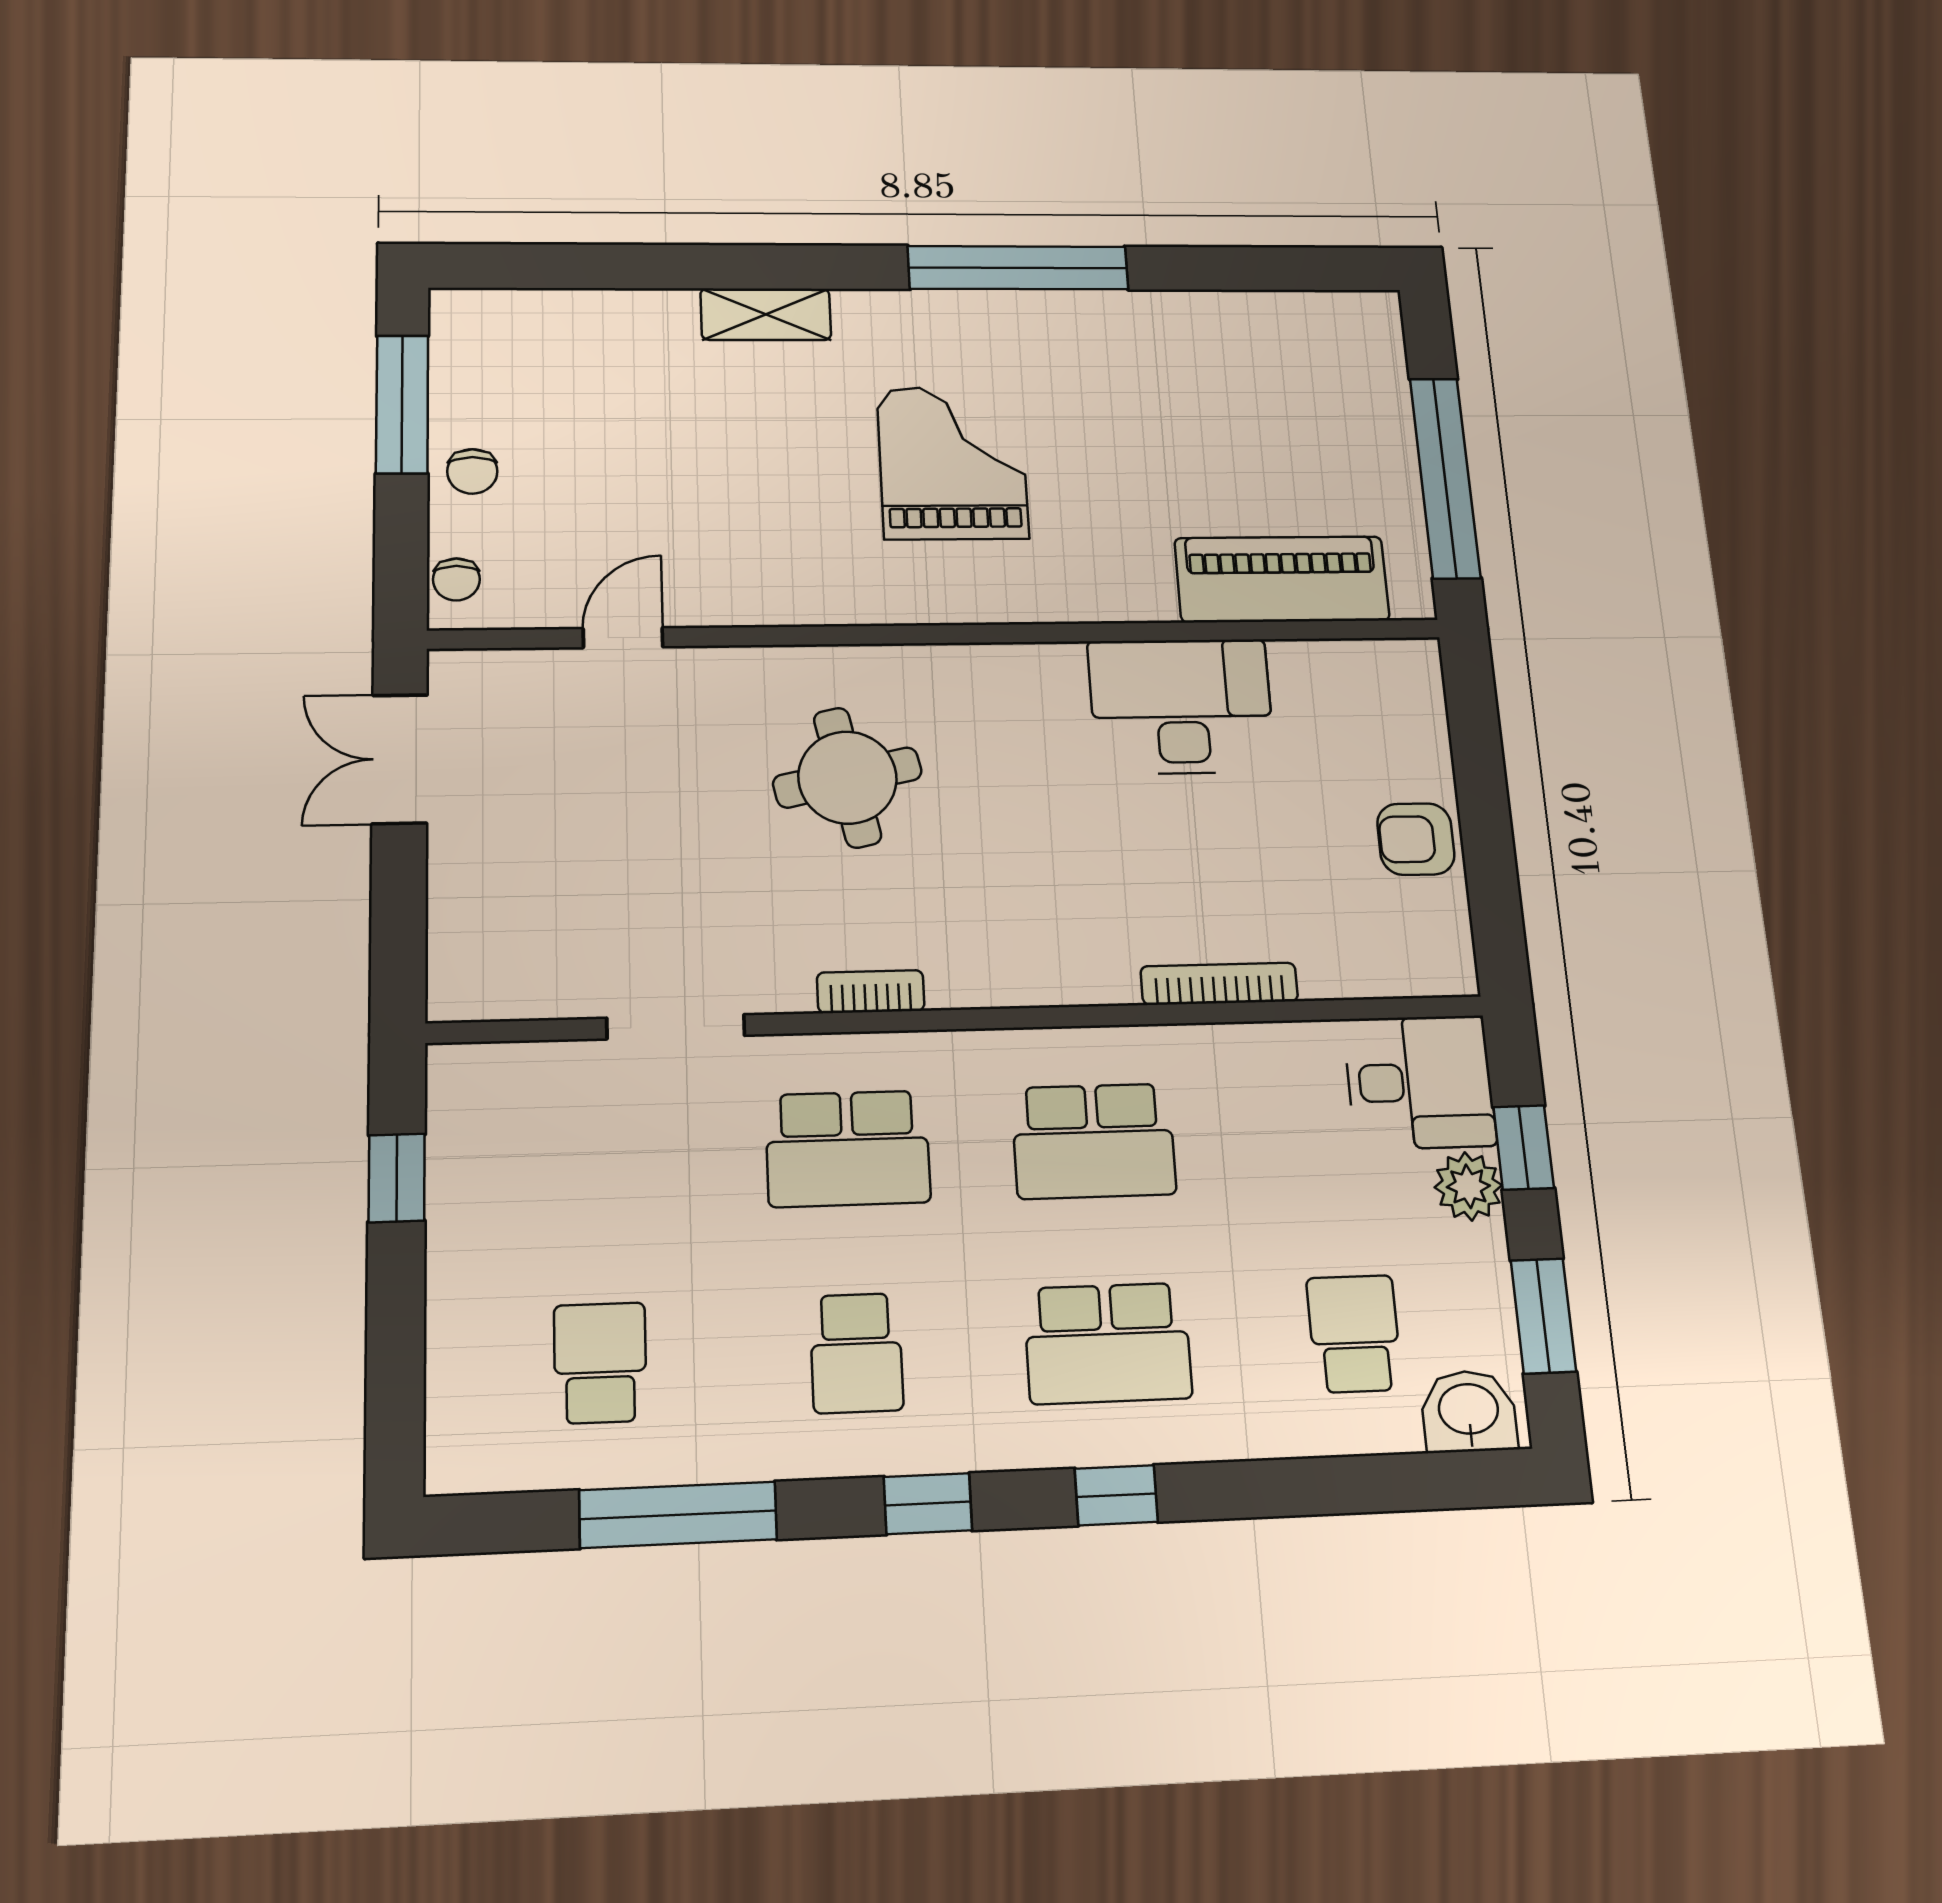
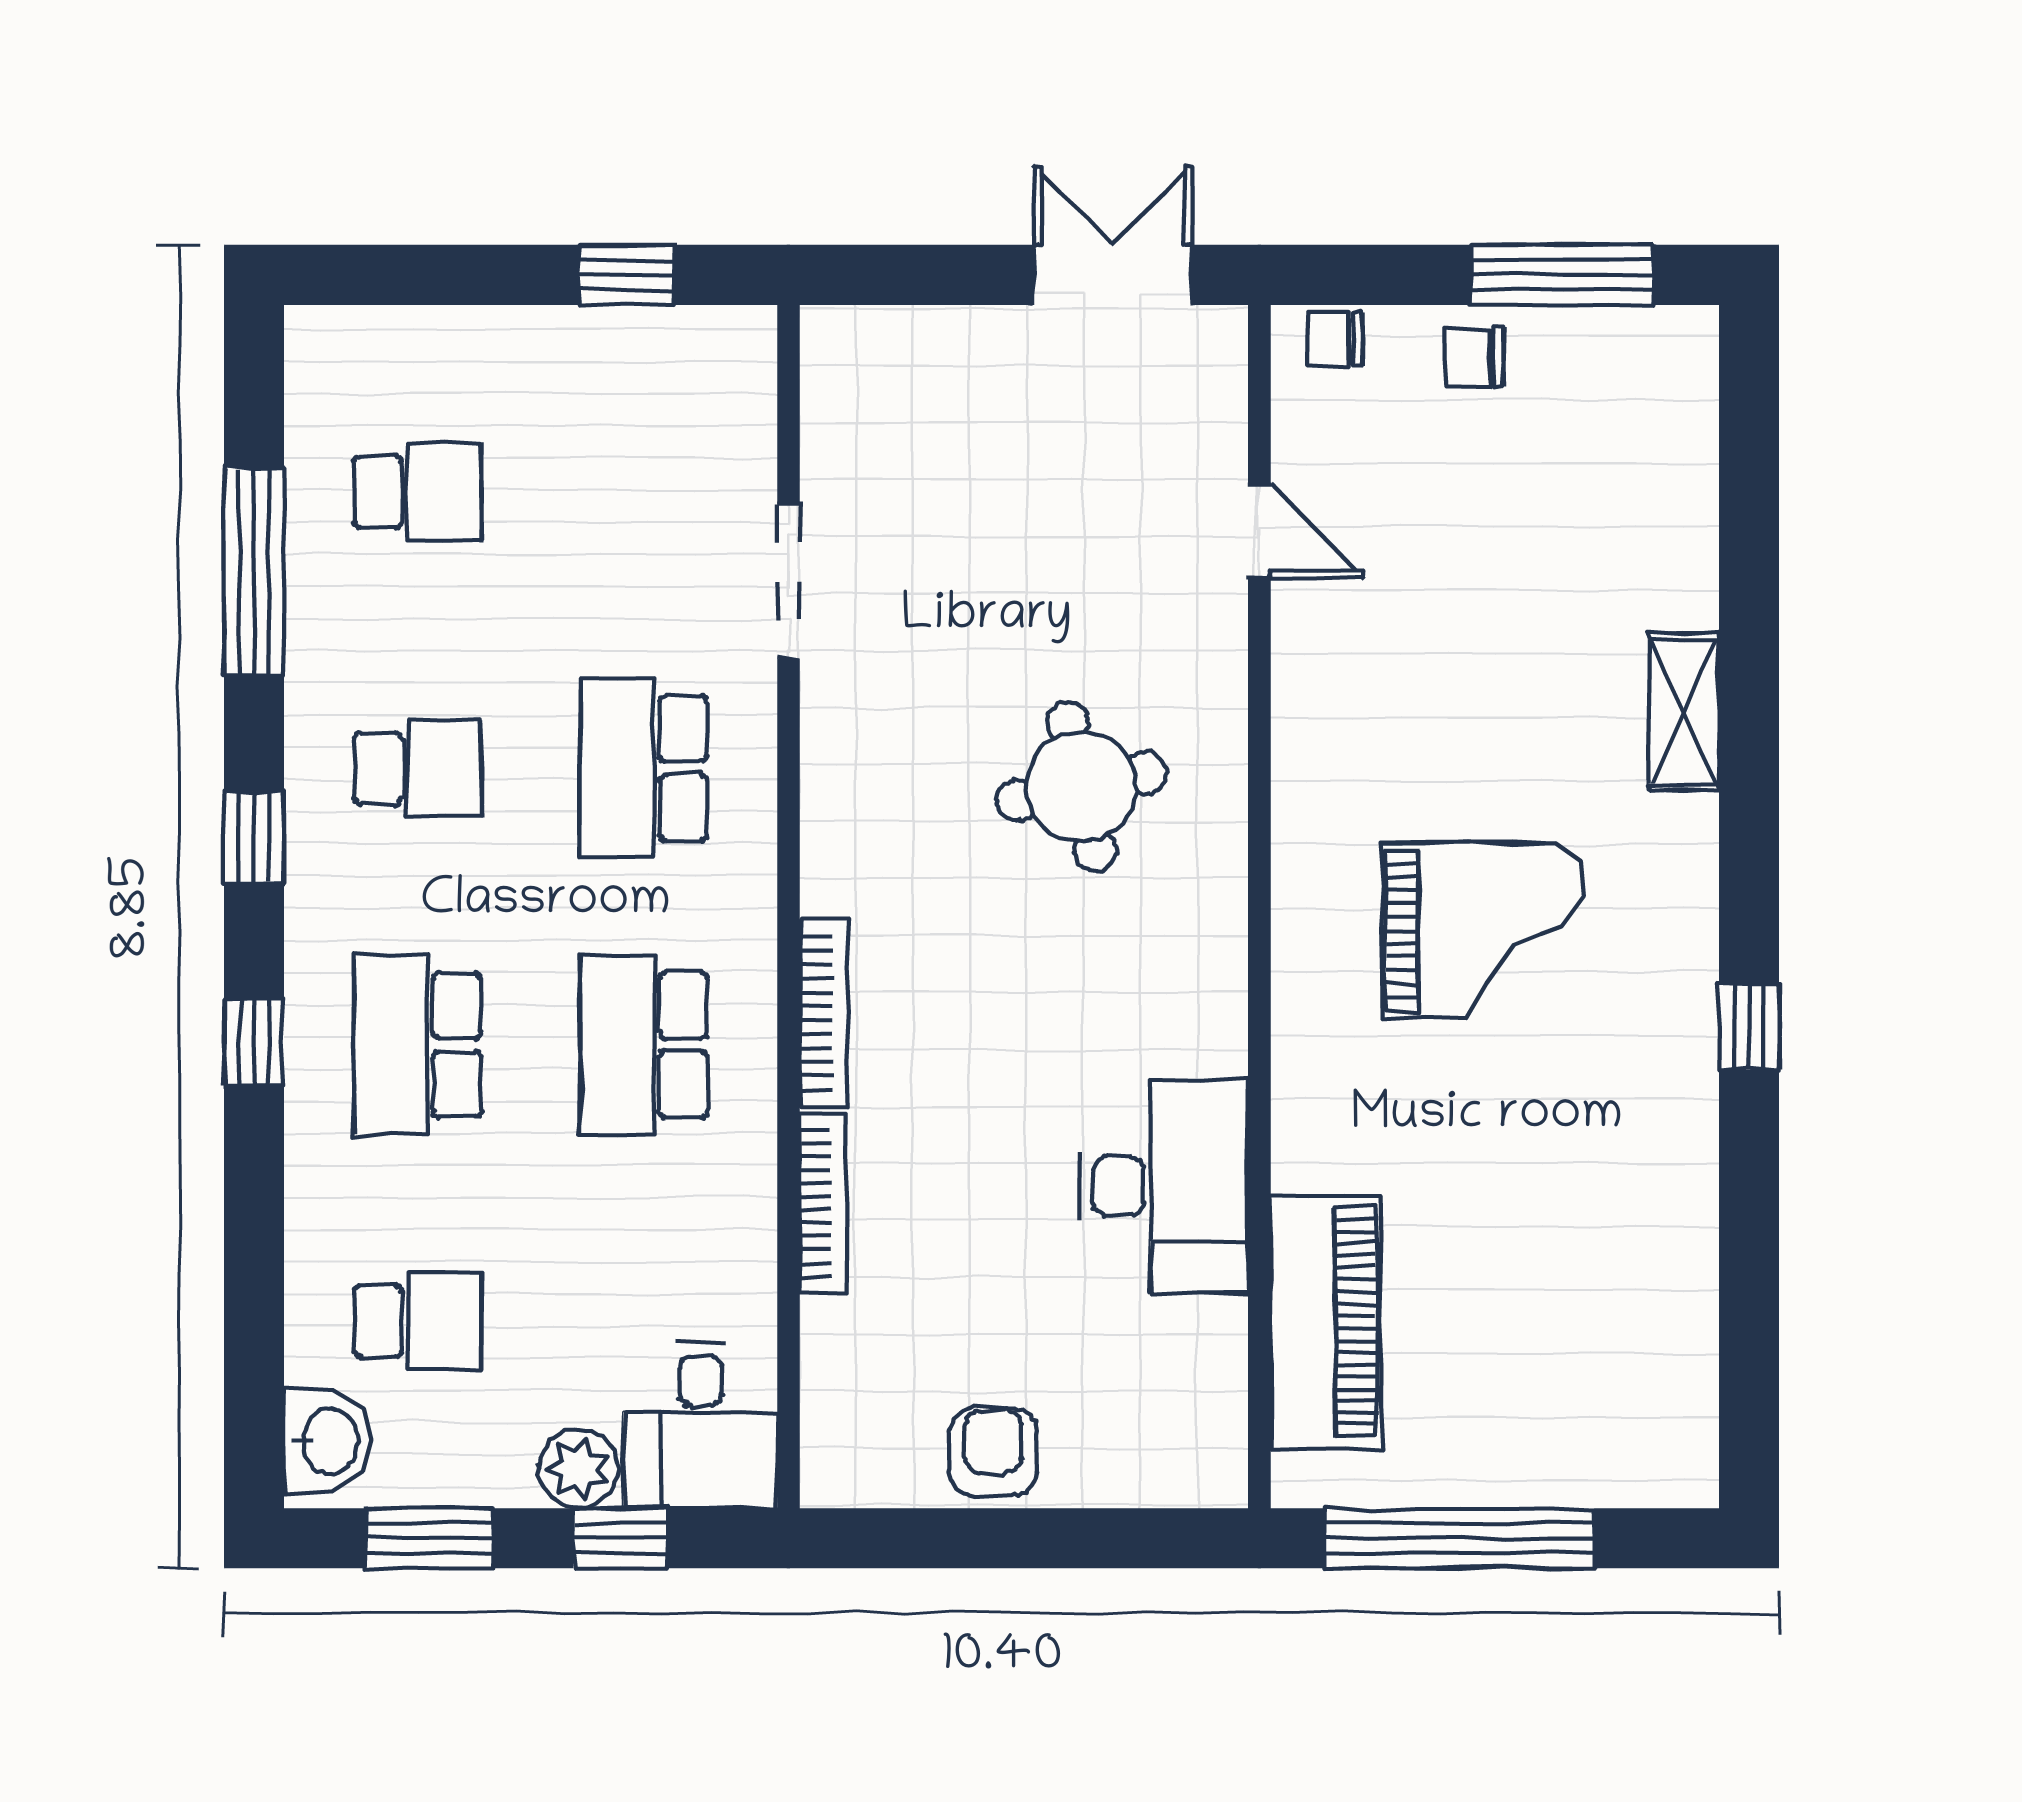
window: (1018, 268) -> (1749, 1027), width x0.32
bookcase: (871, 992) -> (824, 1013), moved, width x1.56
school desk: (856, 1353) -> (417, 768), turned 180

